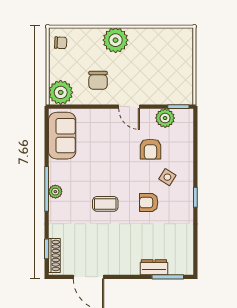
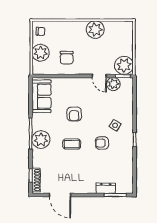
plant: (116, 40) -> (95, 30), moved
plant: (180, 91) -> (124, 65), added
plant: (61, 92) -> (41, 53), moved
door: (129, 107) -> (99, 76), moved
armchair: (150, 149) -> (74, 114), moved
plant: (55, 192) -> (41, 140), width x1.87, depth x1.87

